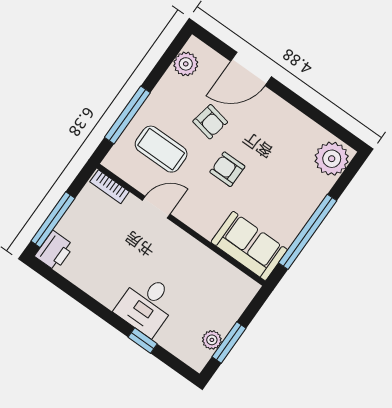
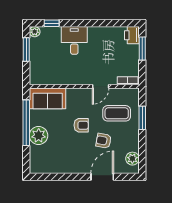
window: (127, 115) -> (142, 118), width x0.69
plant: (332, 159) -> (39, 136), moved
window: (53, 220) -> (142, 49), width x0.69
window: (143, 340) -> (52, 23), moved
plant: (212, 340) -> (35, 32), moved

